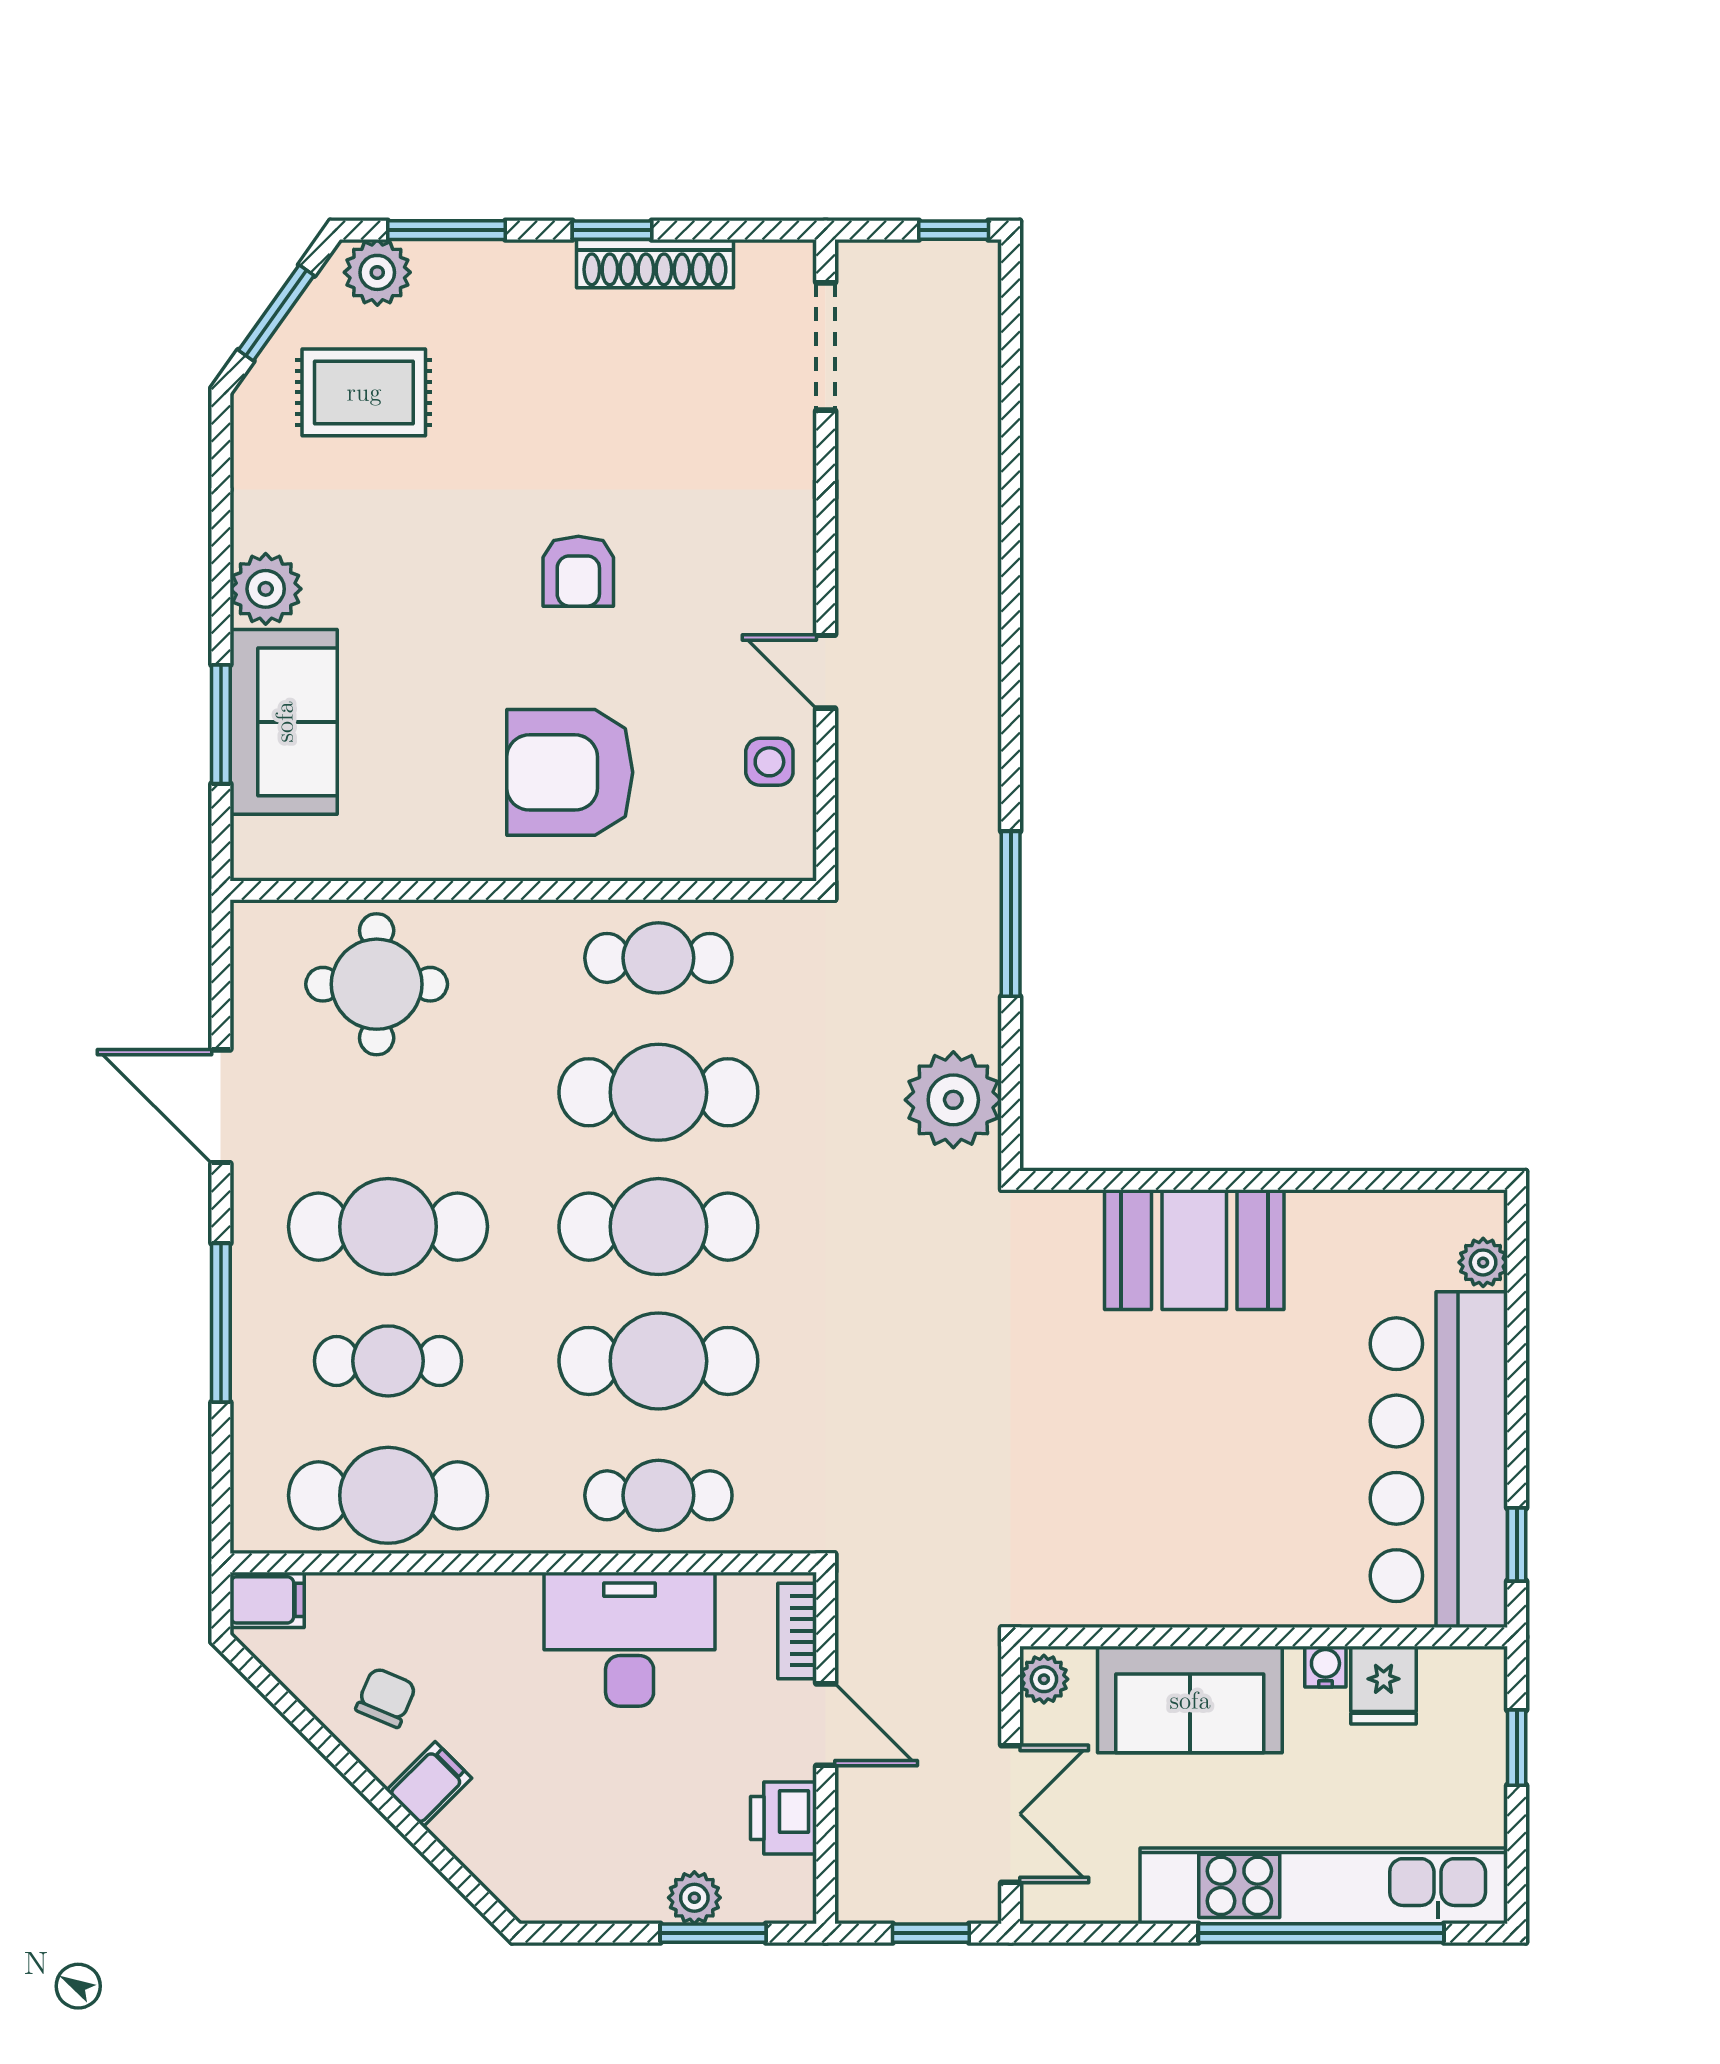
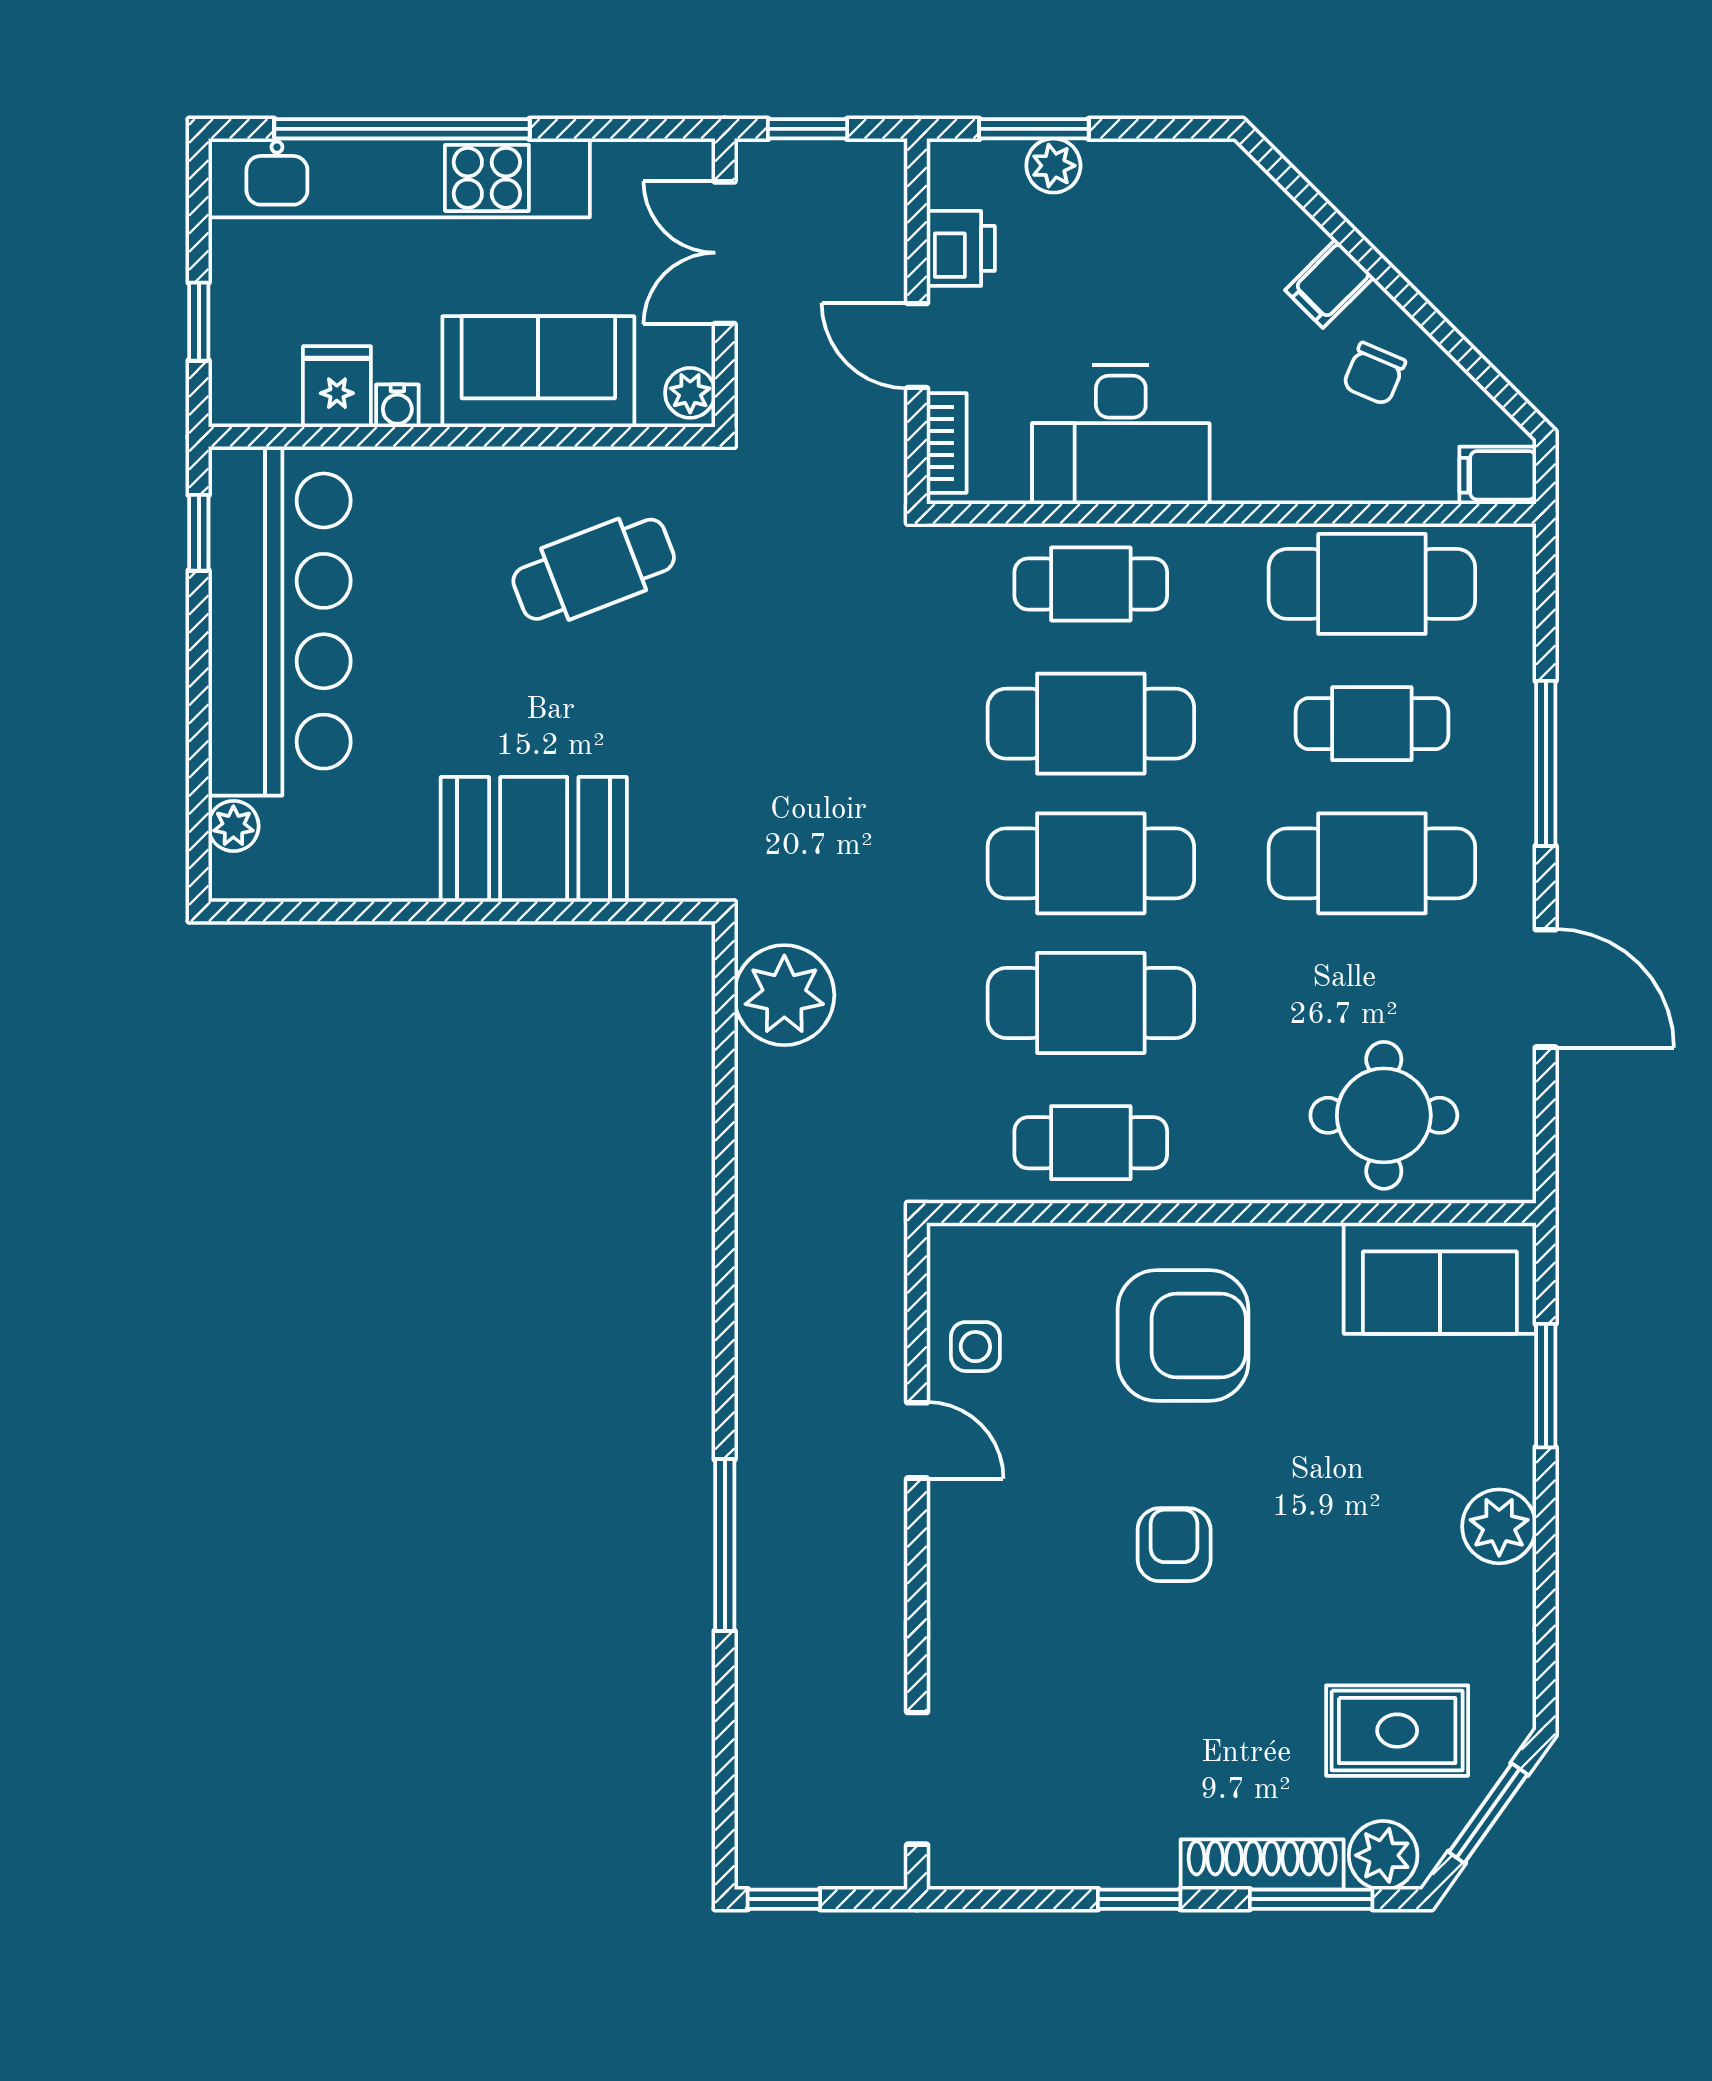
shoe rack: (655, 264) -> (1262, 1864), moved
sofa: (284, 722) -> (1440, 1278), moved, turned -90
window: (1011, 914) -> (725, 1545), moved
cafe table: (1137, 1509) -> (594, 569), added

